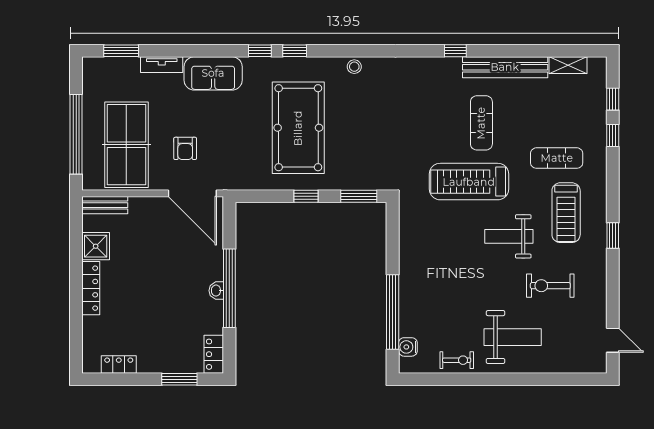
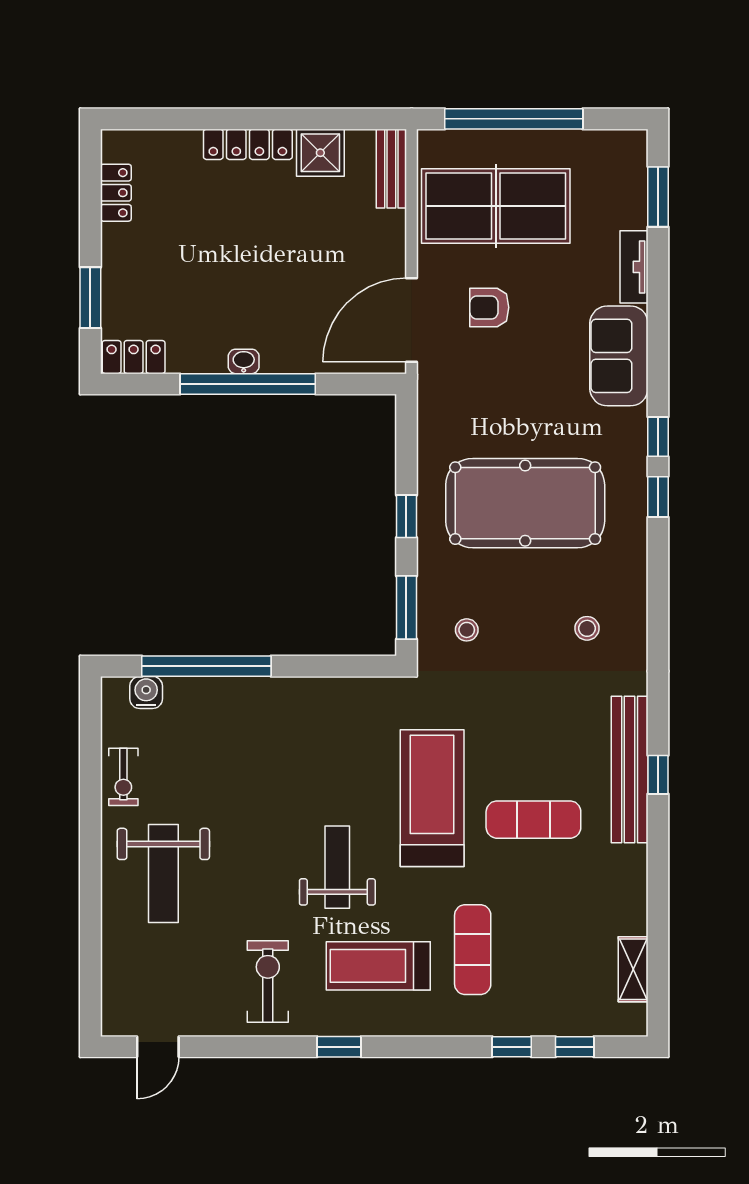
stool: (354, 67) -> (587, 628), moved
bench: (505, 67) -> (630, 769), moved
stool: (372, 161) -> (467, 630), added
exercise bike: (550, 286) -> (268, 982), moved

